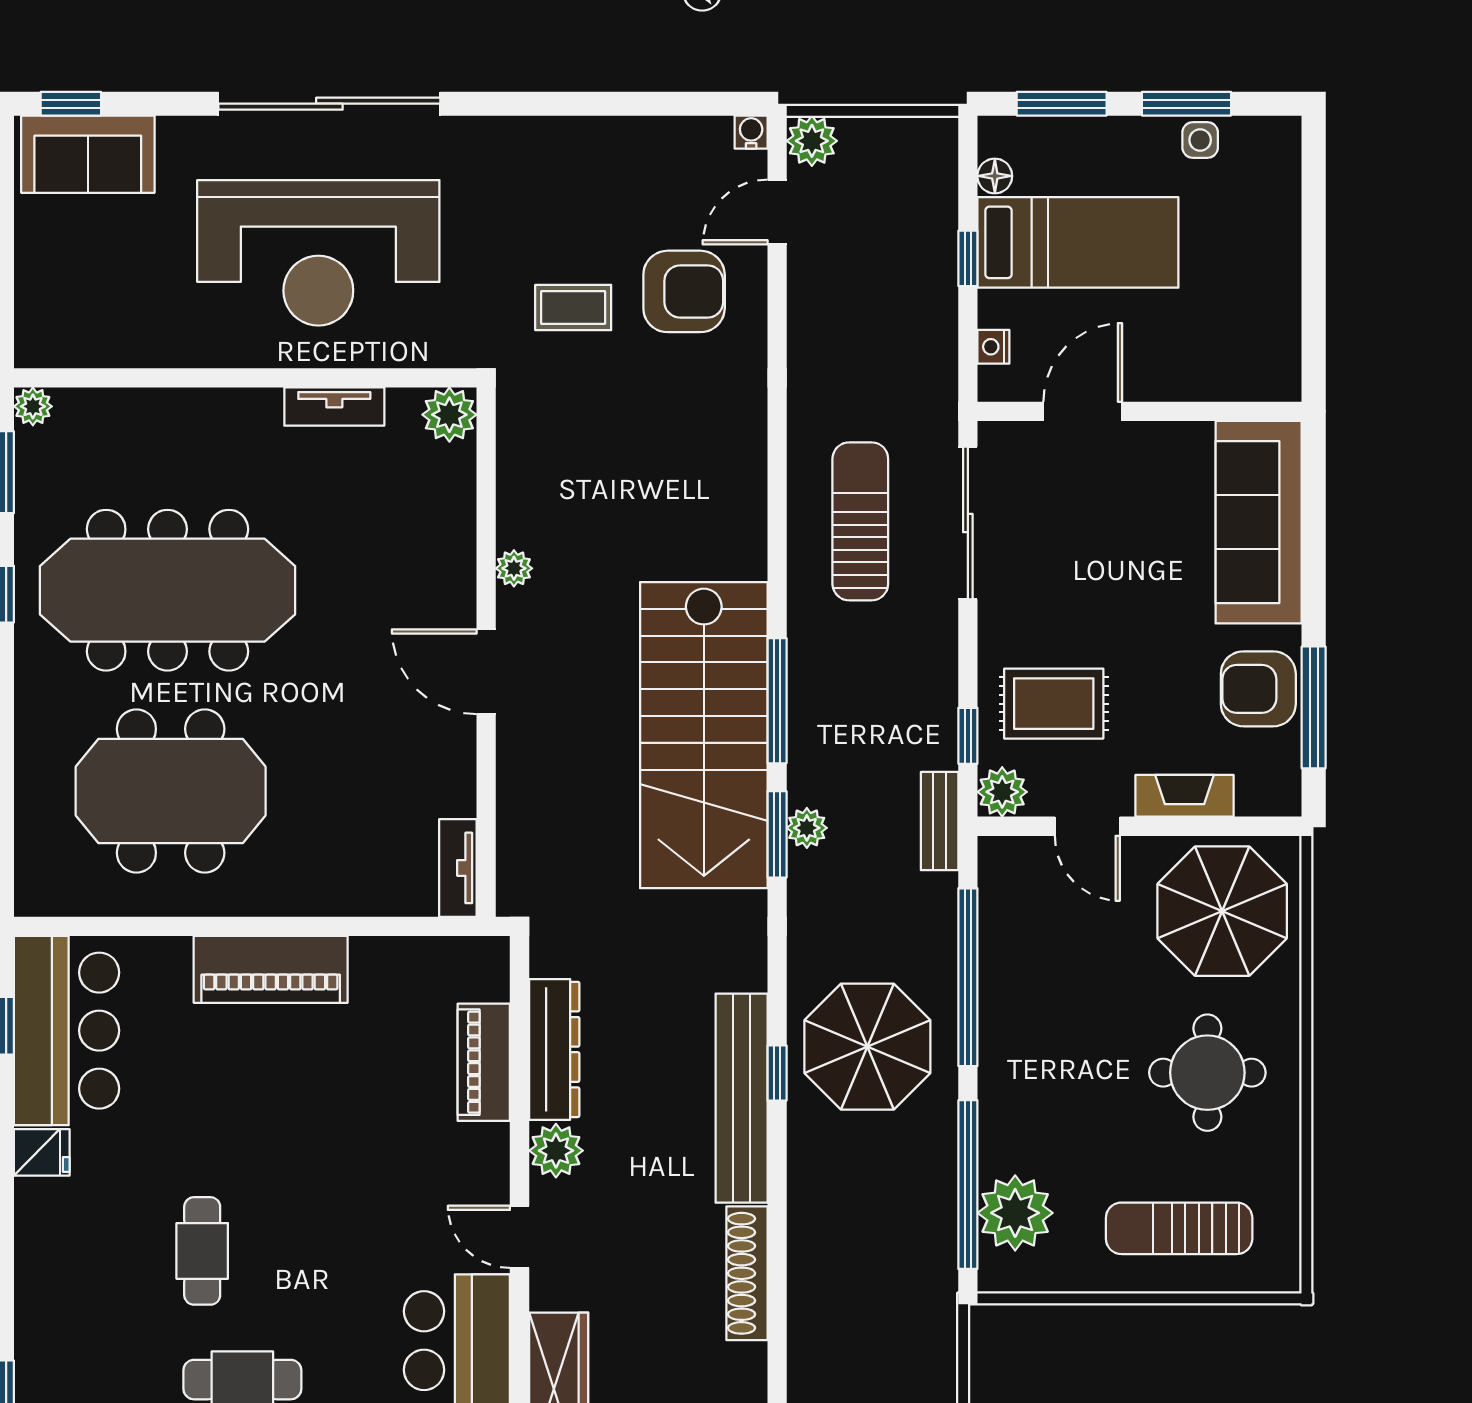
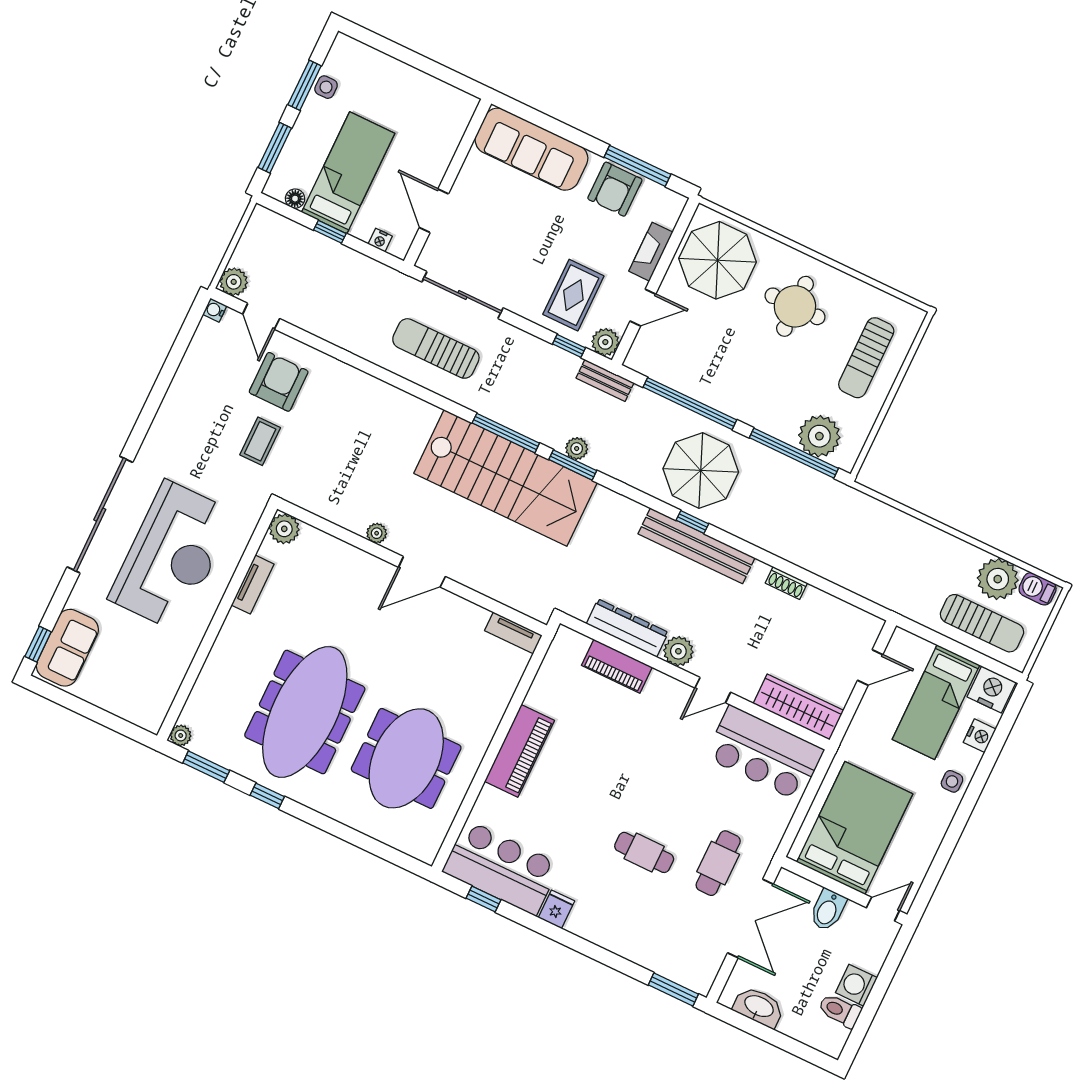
shoe rack: (747, 1273) -> (786, 583), width x0.51, depth x0.81

